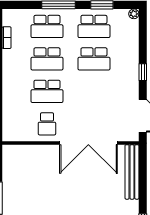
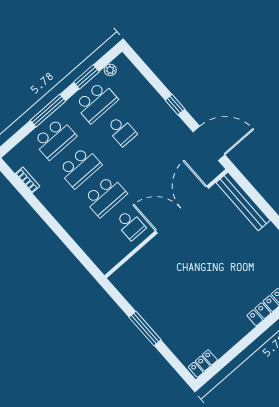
plant: (134, 14) -> (110, 70), moved
school desk: (94, 59) -> (121, 131), width x0.54
double door: (88, 143) -> (182, 210), swing flipped

